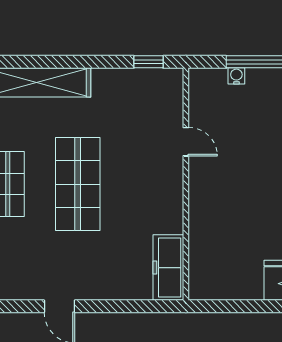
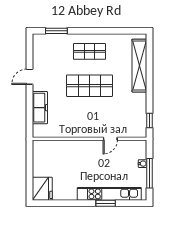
freezer: (168, 268) -> (40, 108), moved, turned 90

